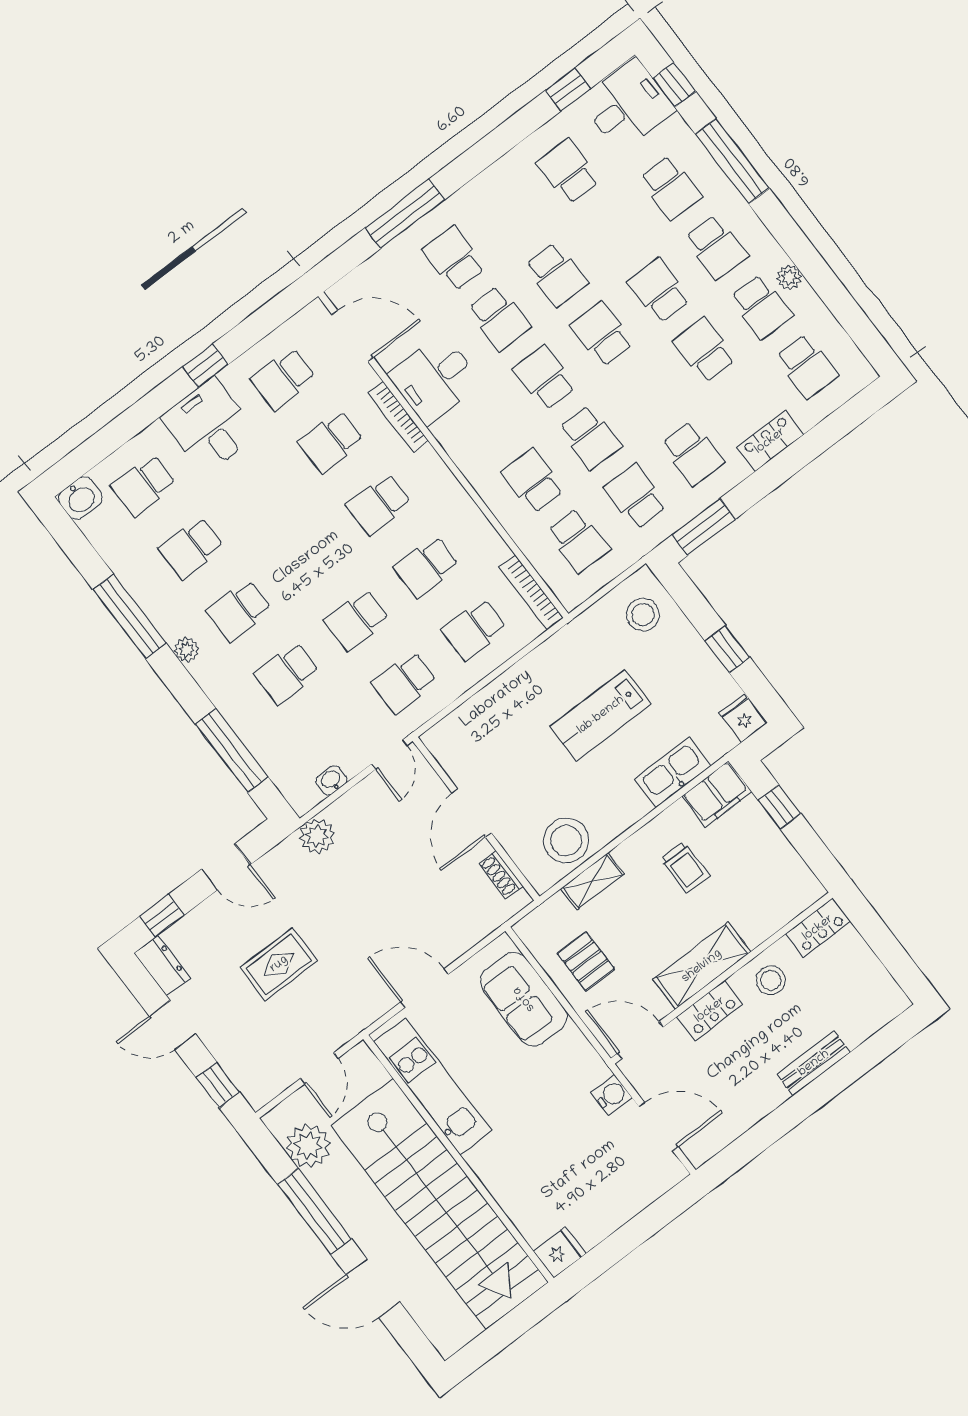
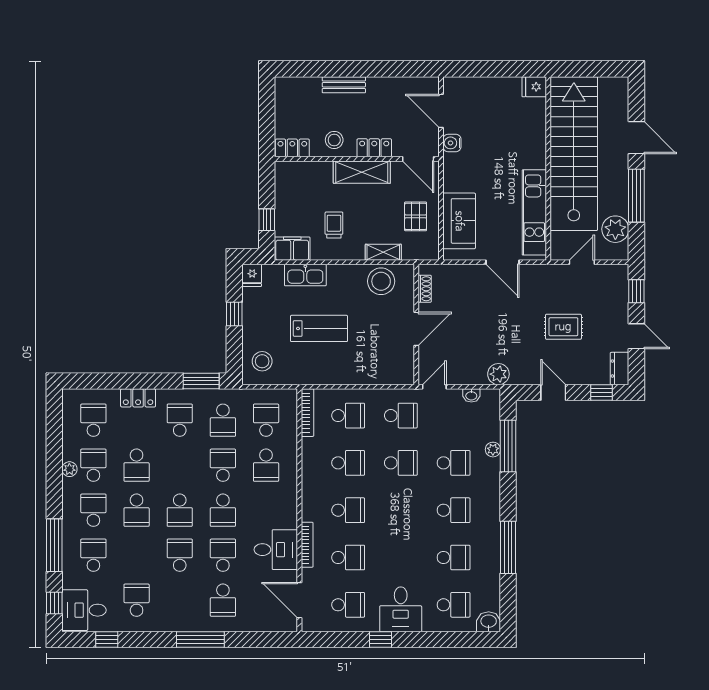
school desk: (568, 171) -> (137, 600), turned 180
window: (405, 214) -> (200, 639), moved
plant: (187, 650) -> (493, 450), moved

